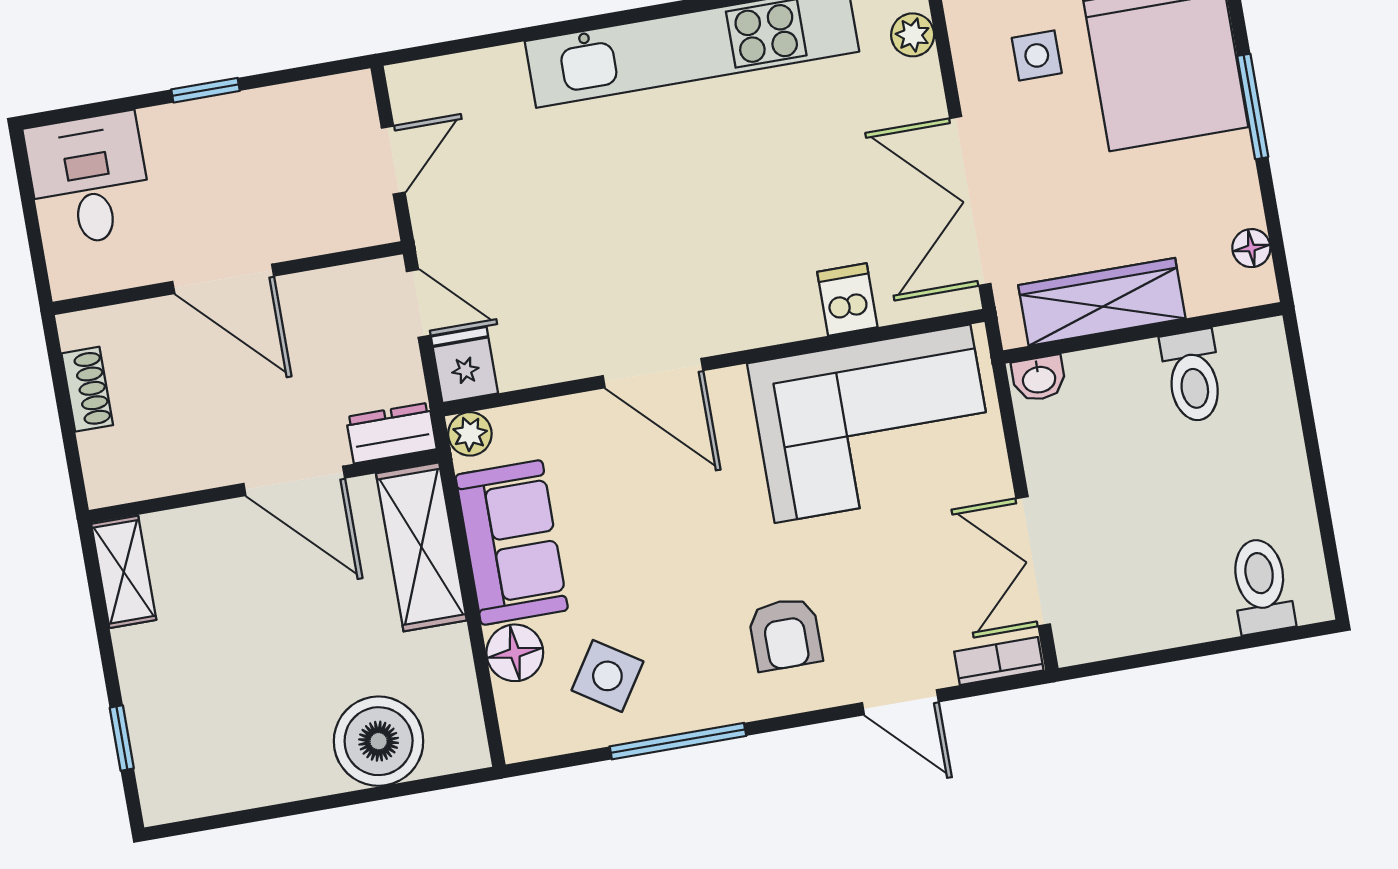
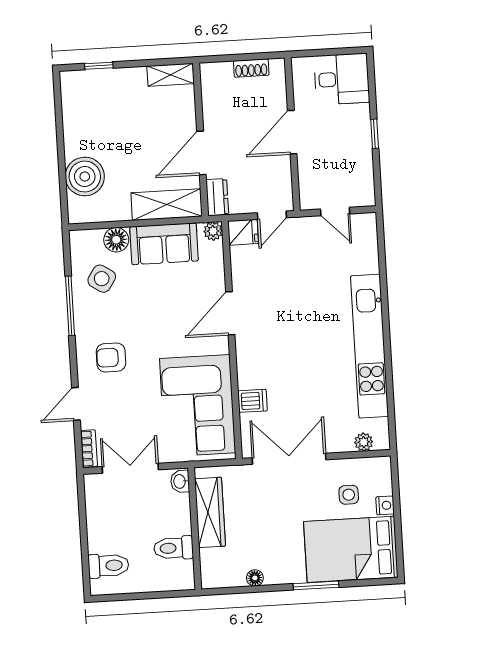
wardrobe: (1102, 302) -> (210, 512), moved
wall: (1143, 333) -> (195, 529), moved
toilet: (1193, 376) -> (174, 548), moved
washbasin: (1039, 378) -> (180, 481), moved

